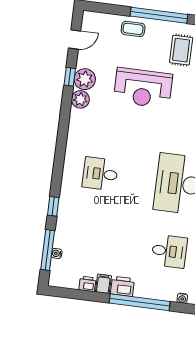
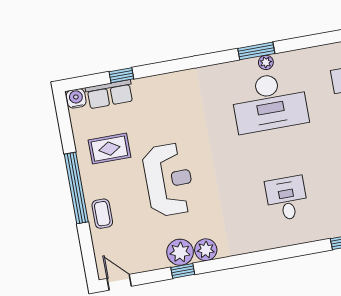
door: (75, 39) -> (119, 282), moved
desk: (100, 174) -> (287, 198), turned 180

